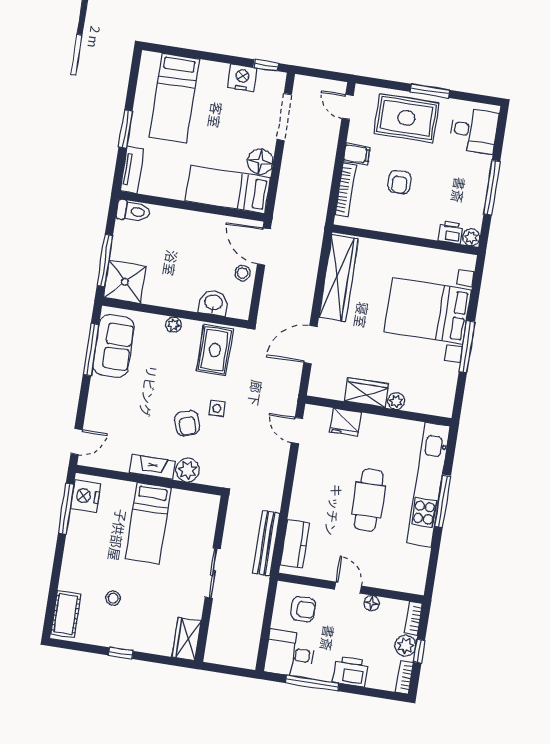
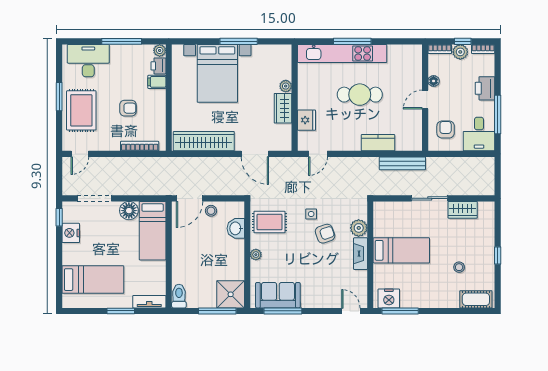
desk: (474, 130) -> (88, 61), width x1.37
filing cabinet: (357, 154) -> (157, 82), moved, turned -90
kitchen counter: (295, 544) -> (378, 143), moved
wardrobe: (187, 639) -> (463, 210), moved

